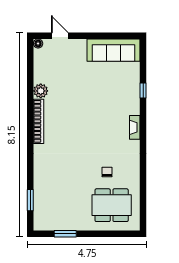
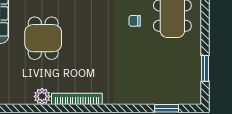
dining table: (92, 92) -> (43, 38), added

